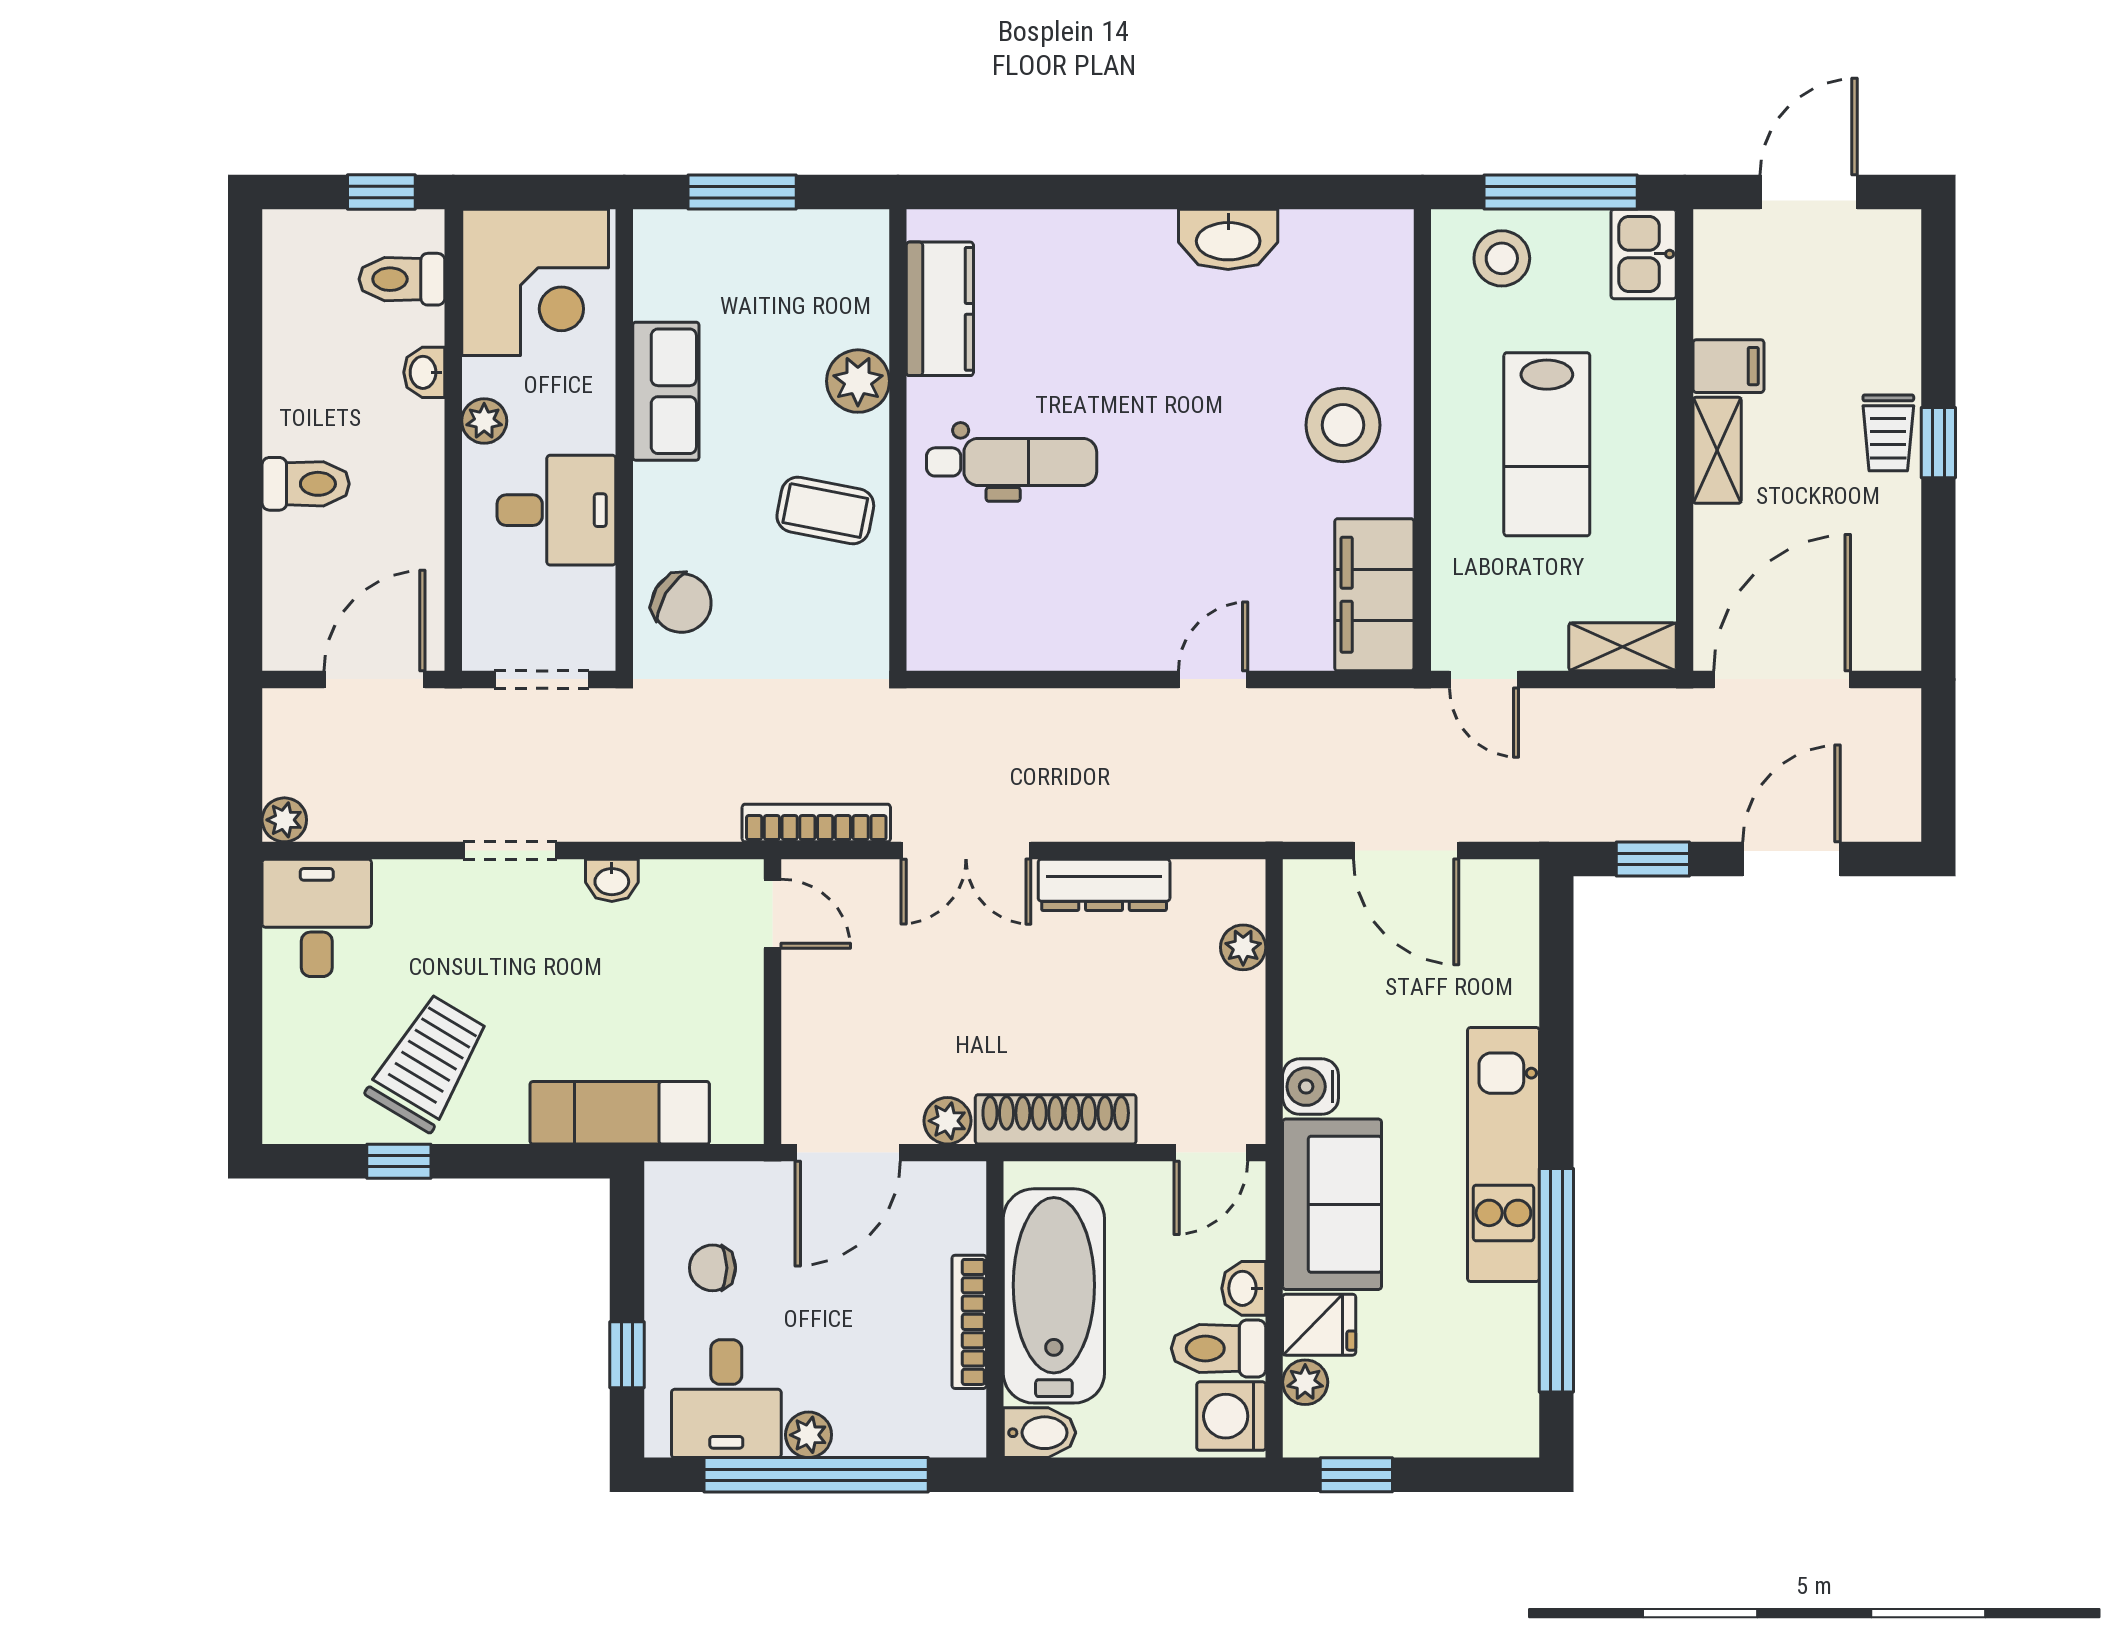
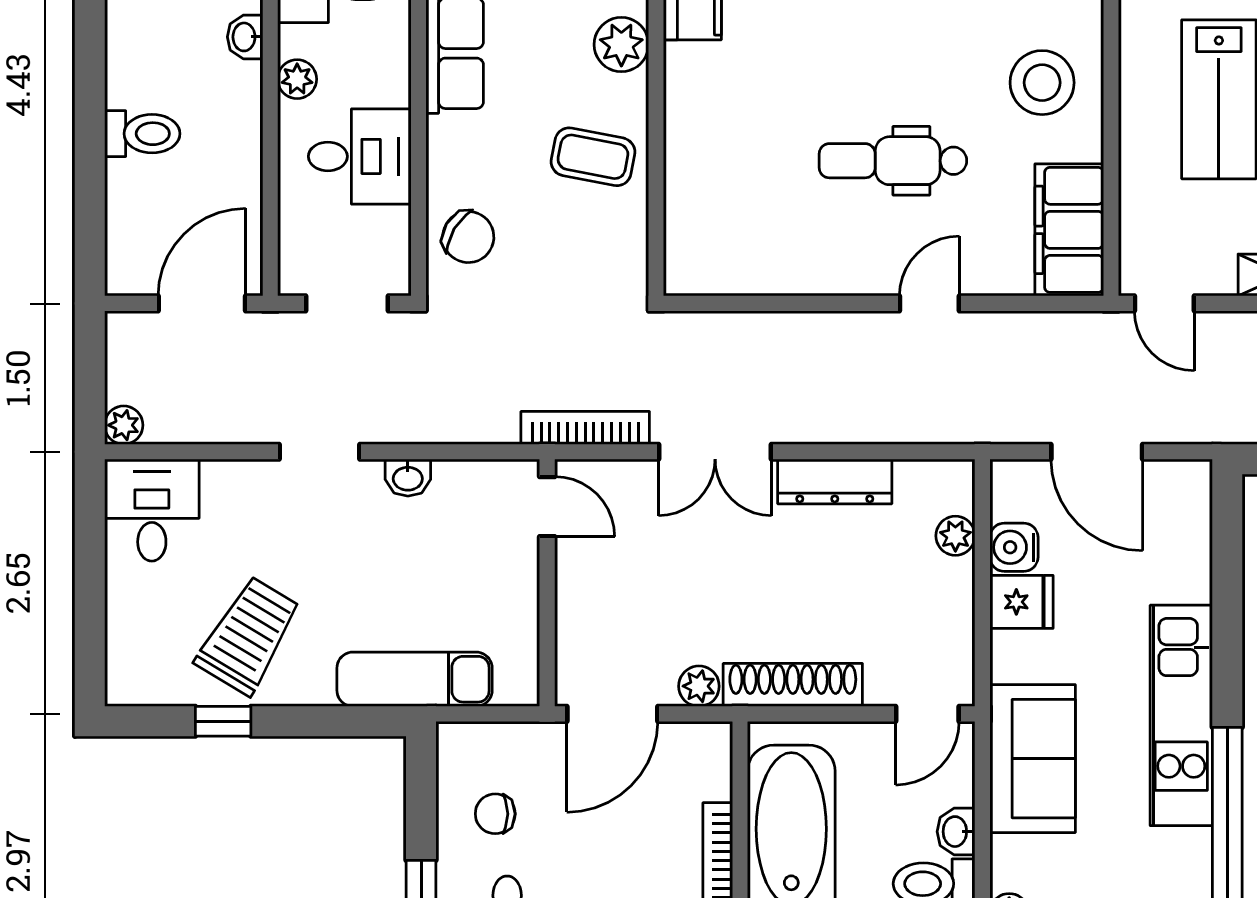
dental chair: (1012, 462) -> (893, 161), moved, turned 180
water cooler: (1311, 1087) -> (1014, 547), moved
fridge: (1319, 1325) -> (1021, 602), moved

